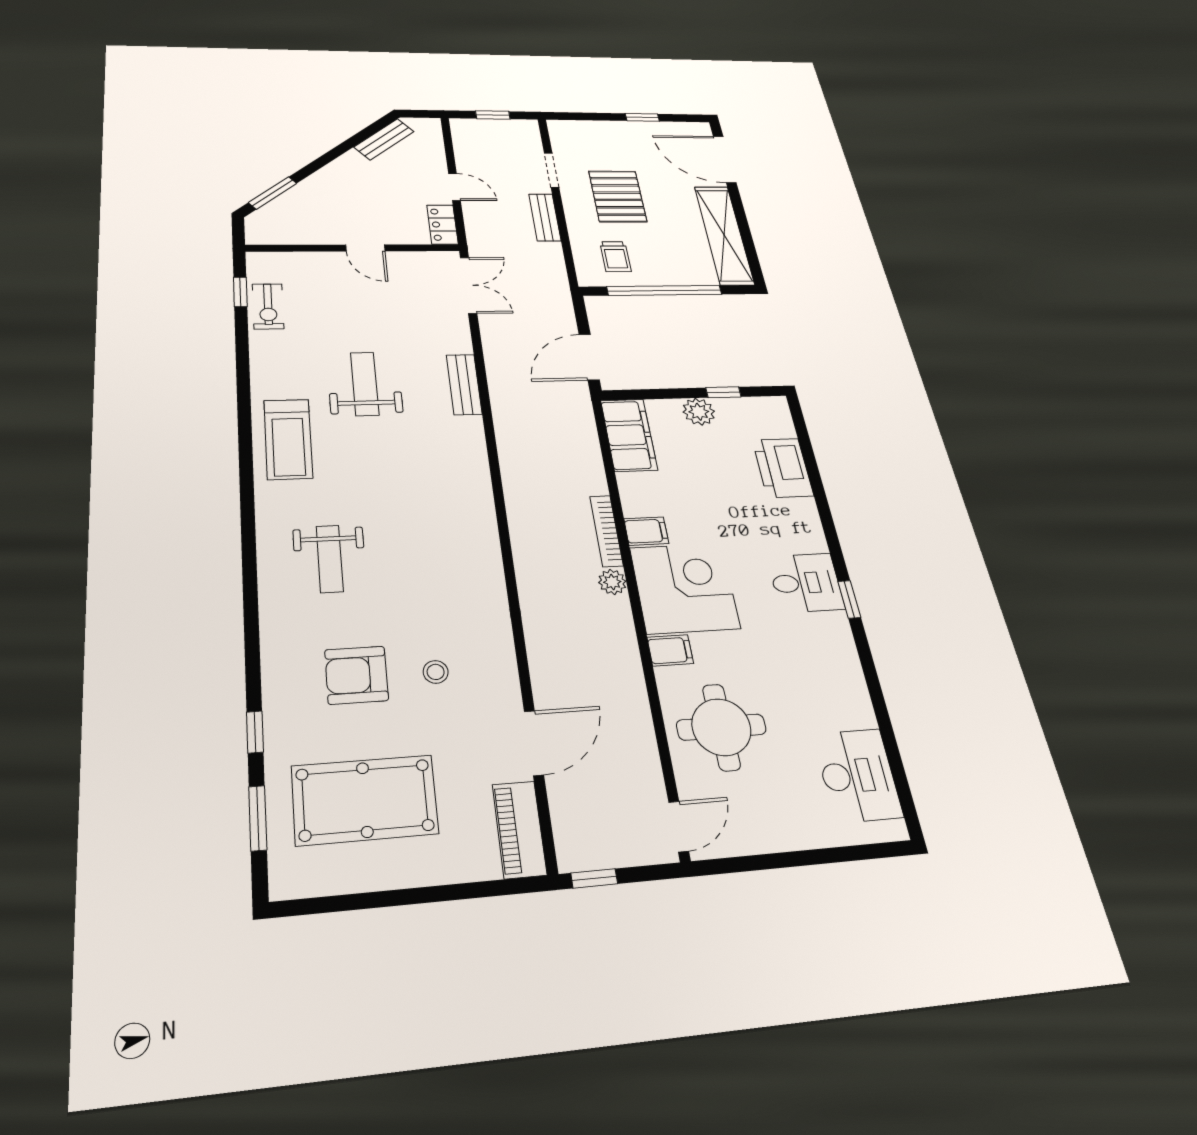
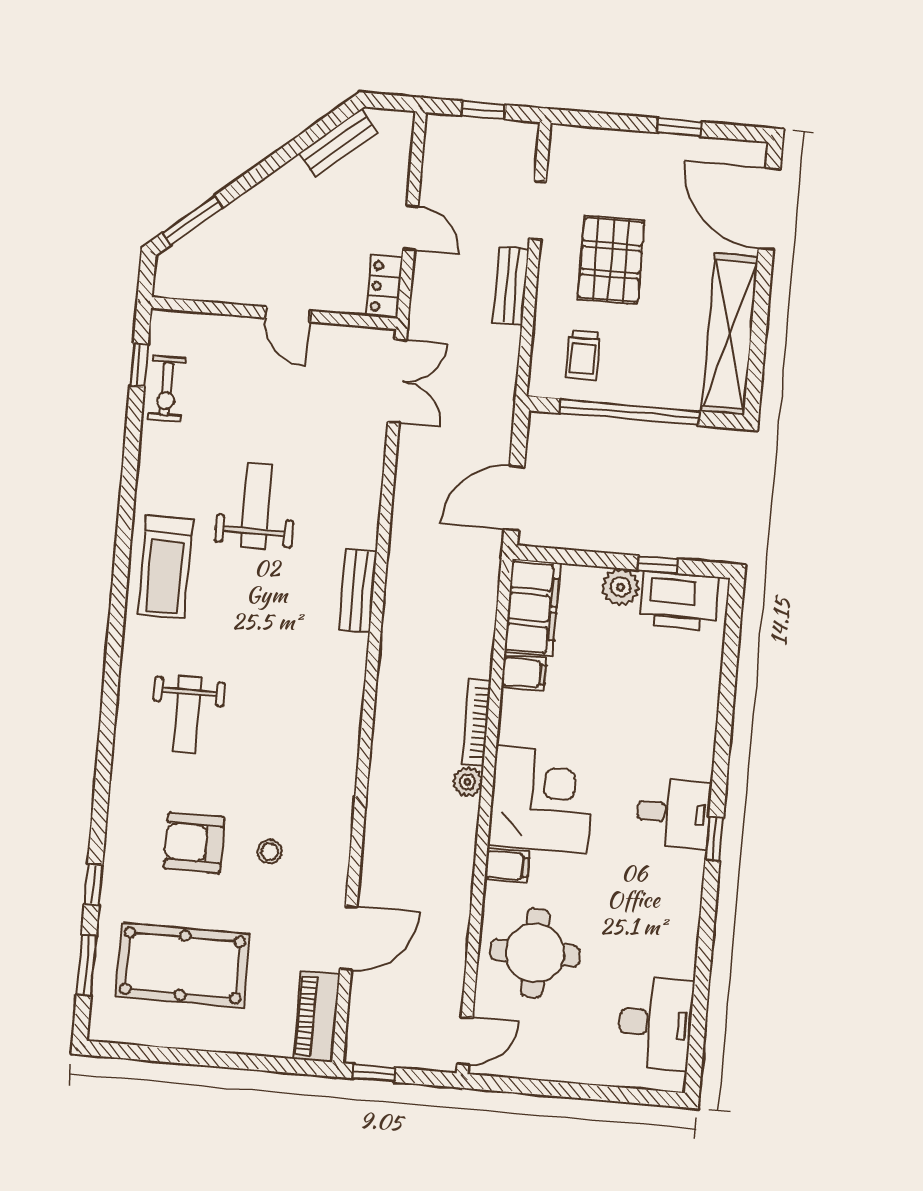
bench: (464, 384) -> (358, 591), moved
printer: (783, 468) -> (679, 601), moved, turned -90
filing cabinet: (646, 531) -> (524, 673), moved

